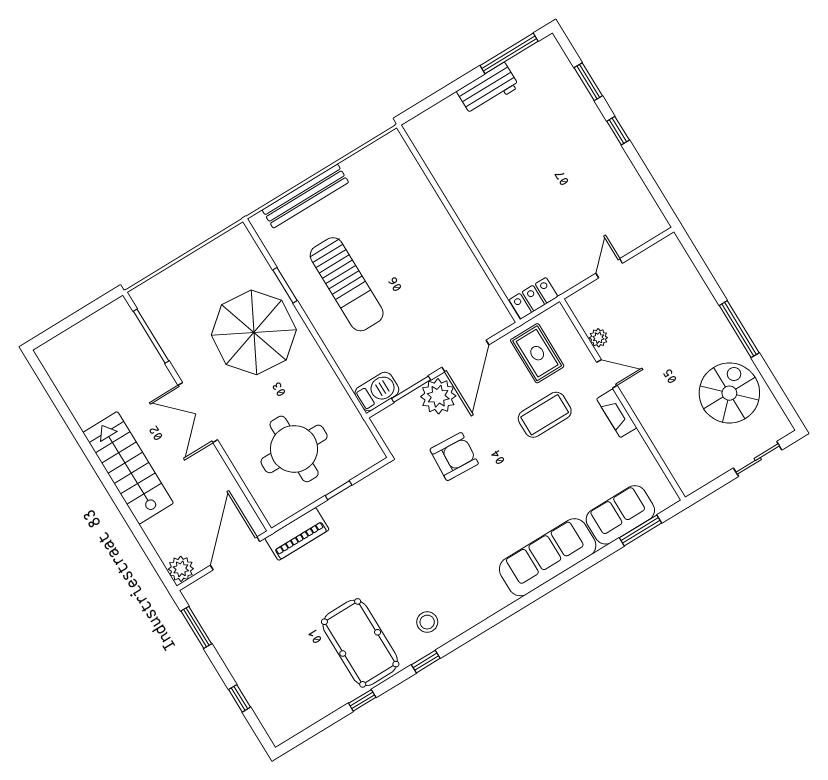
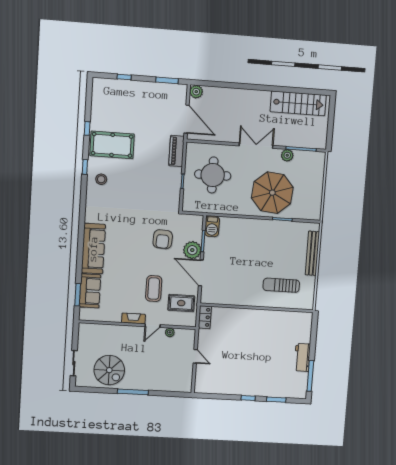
sun lounger: (347, 284) -> (281, 285), moved, width x0.73, depth x0.75
plant: (177, 351) -> (287, 155), added
stairs: (128, 468) -> (298, 103), moved

